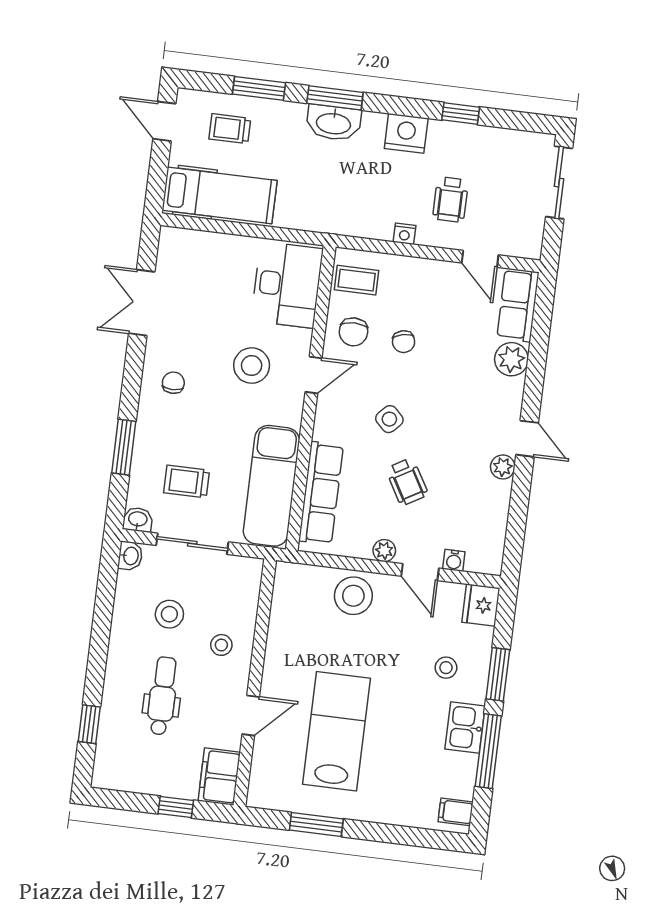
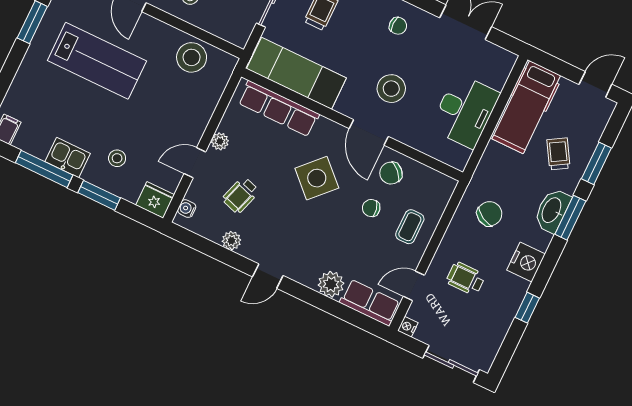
trolley: (230, 129) -> (558, 154), moved, turned -31
chair: (363, 197) -> (489, 214), added
nightstand: (405, 234) -> (408, 327), moved
coffee table: (357, 280) -> (410, 227), moved
desk: (287, 285) -> (465, 111), moved, turned -90
chair: (353, 332) -> (391, 173), turned -44
door: (314, 375) -> (369, 132), width x1.38
side table: (389, 419) -> (317, 178), width x1.87, depth x1.87
plant: (503, 467) -> (231, 241), moved
wheelchair: (407, 482) -> (241, 195), moved, turned -42
water cooler: (454, 560) -> (187, 209), moved
stool: (353, 596) -> (192, 57), moved

